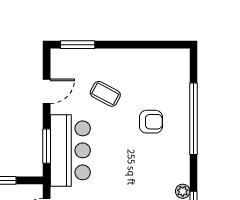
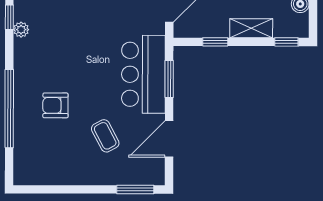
door: (47, 91) -> (169, 139), width x1.38
coffee table: (105, 94) -> (105, 136), turned 34

